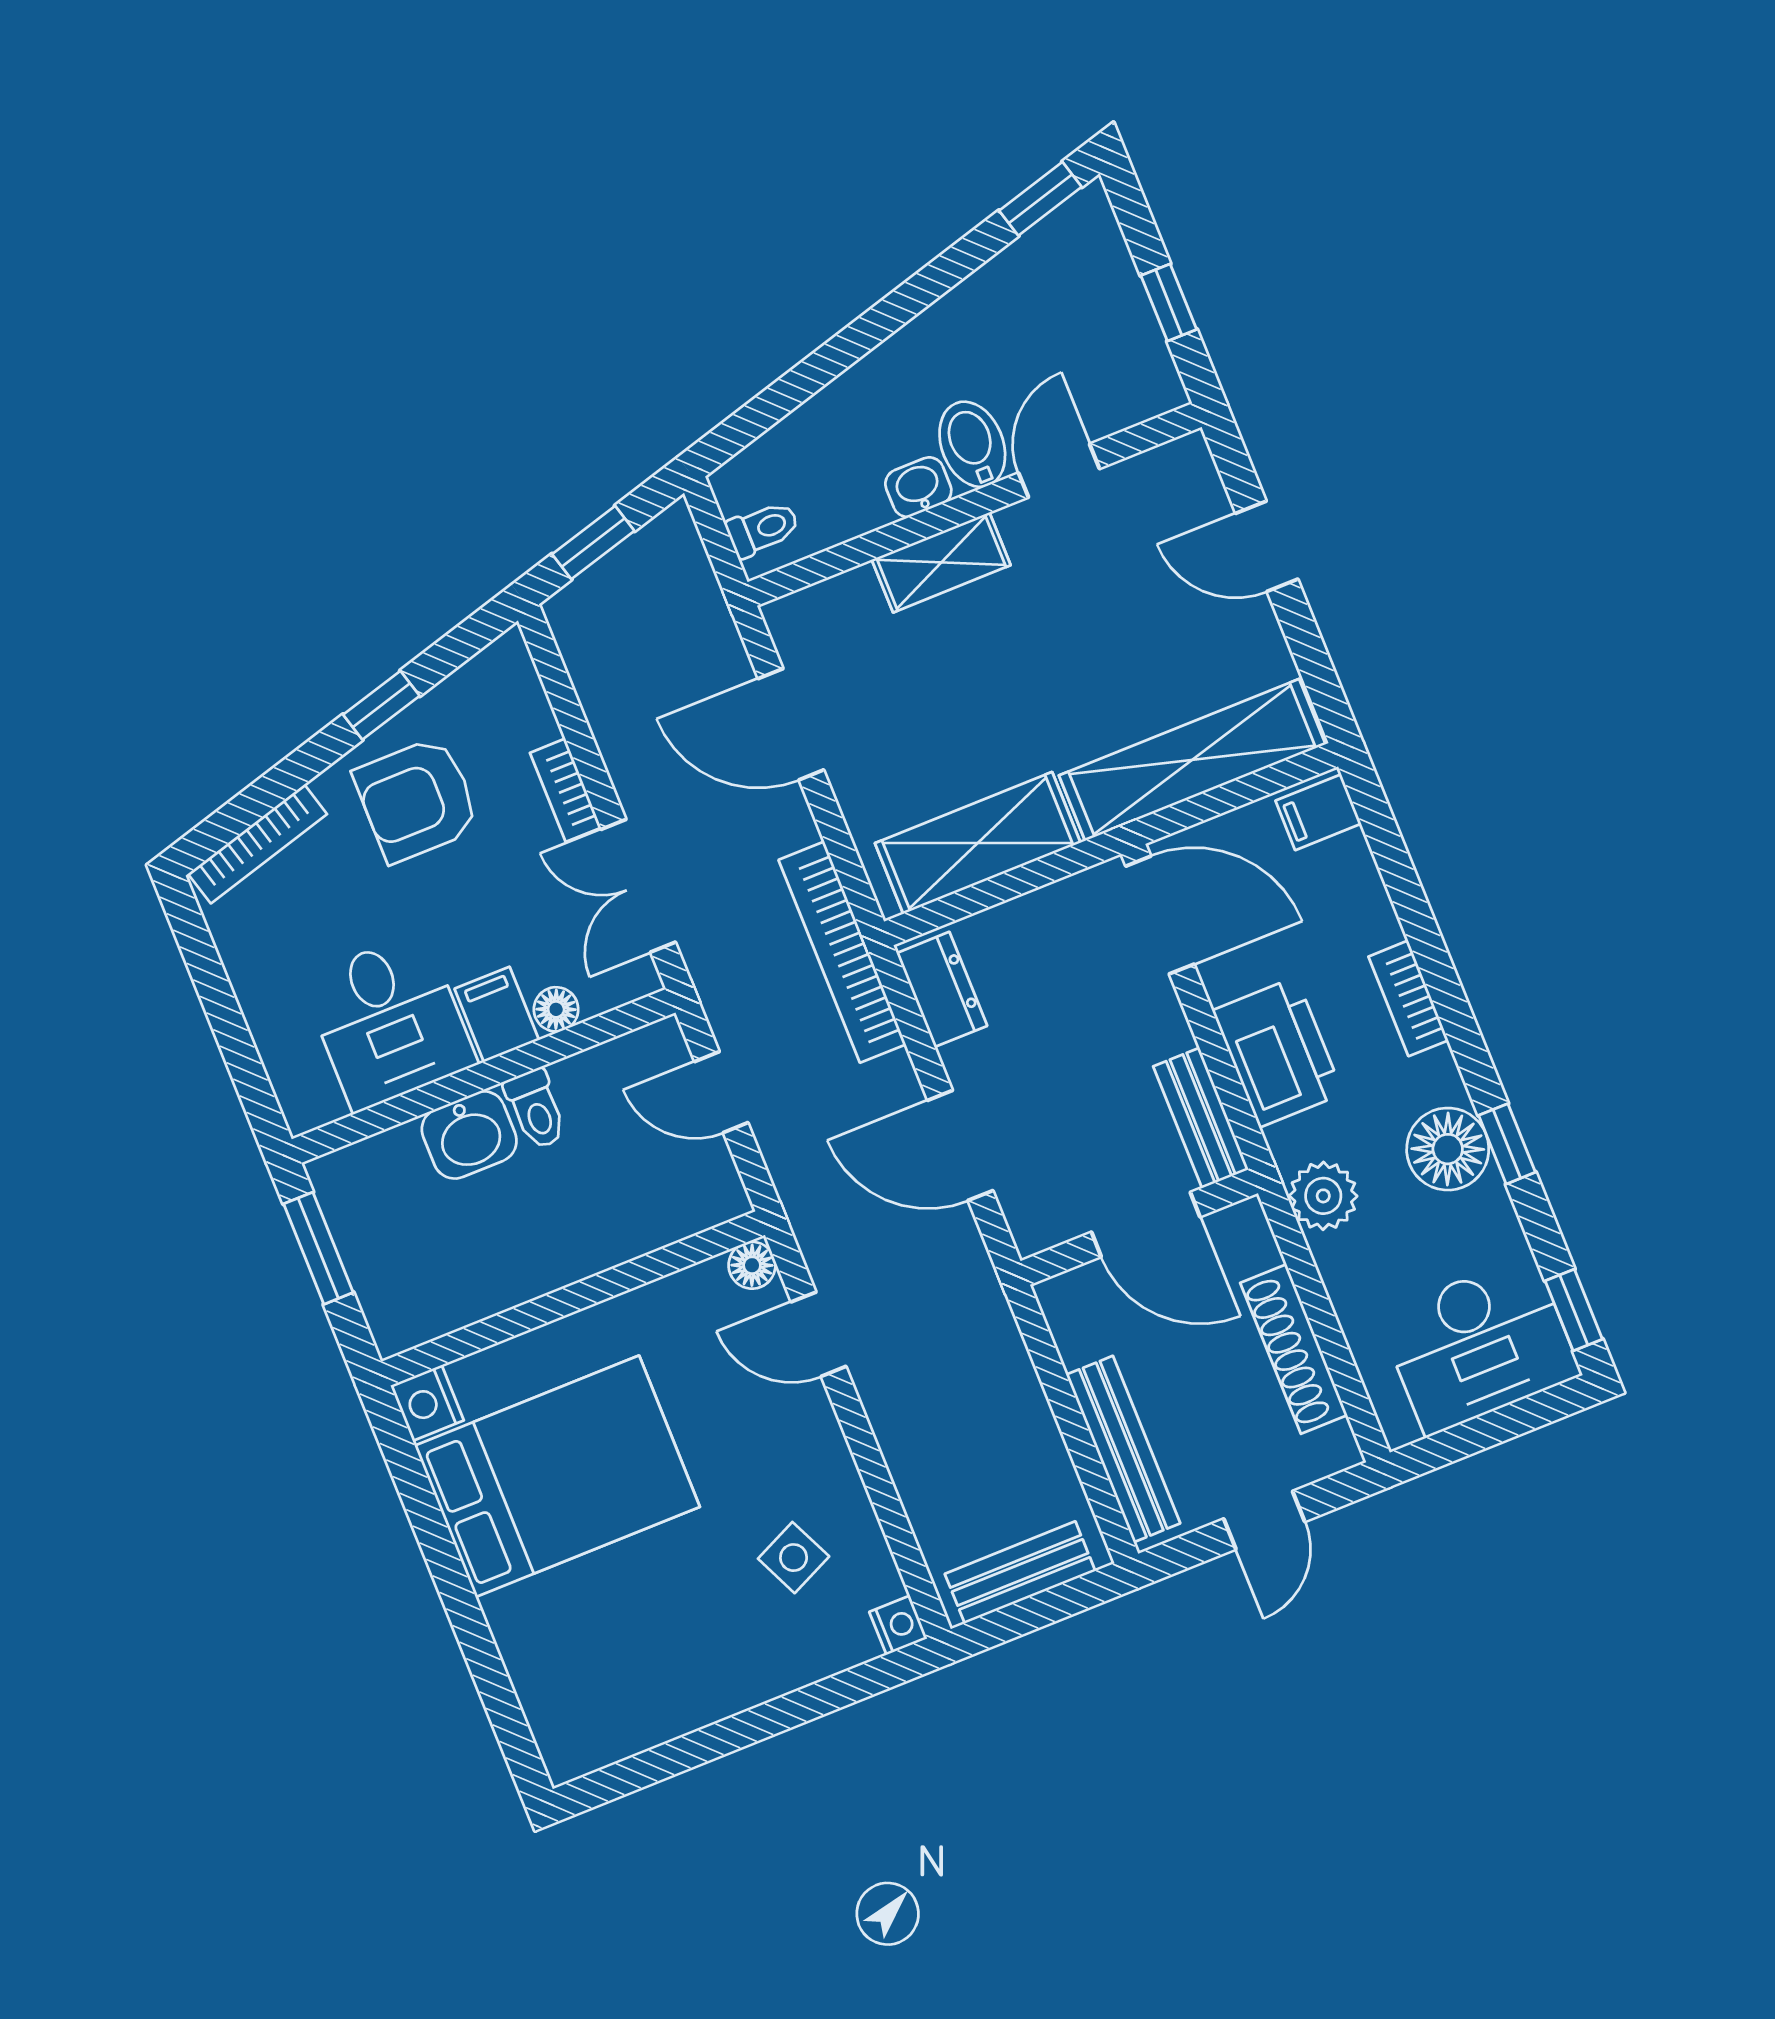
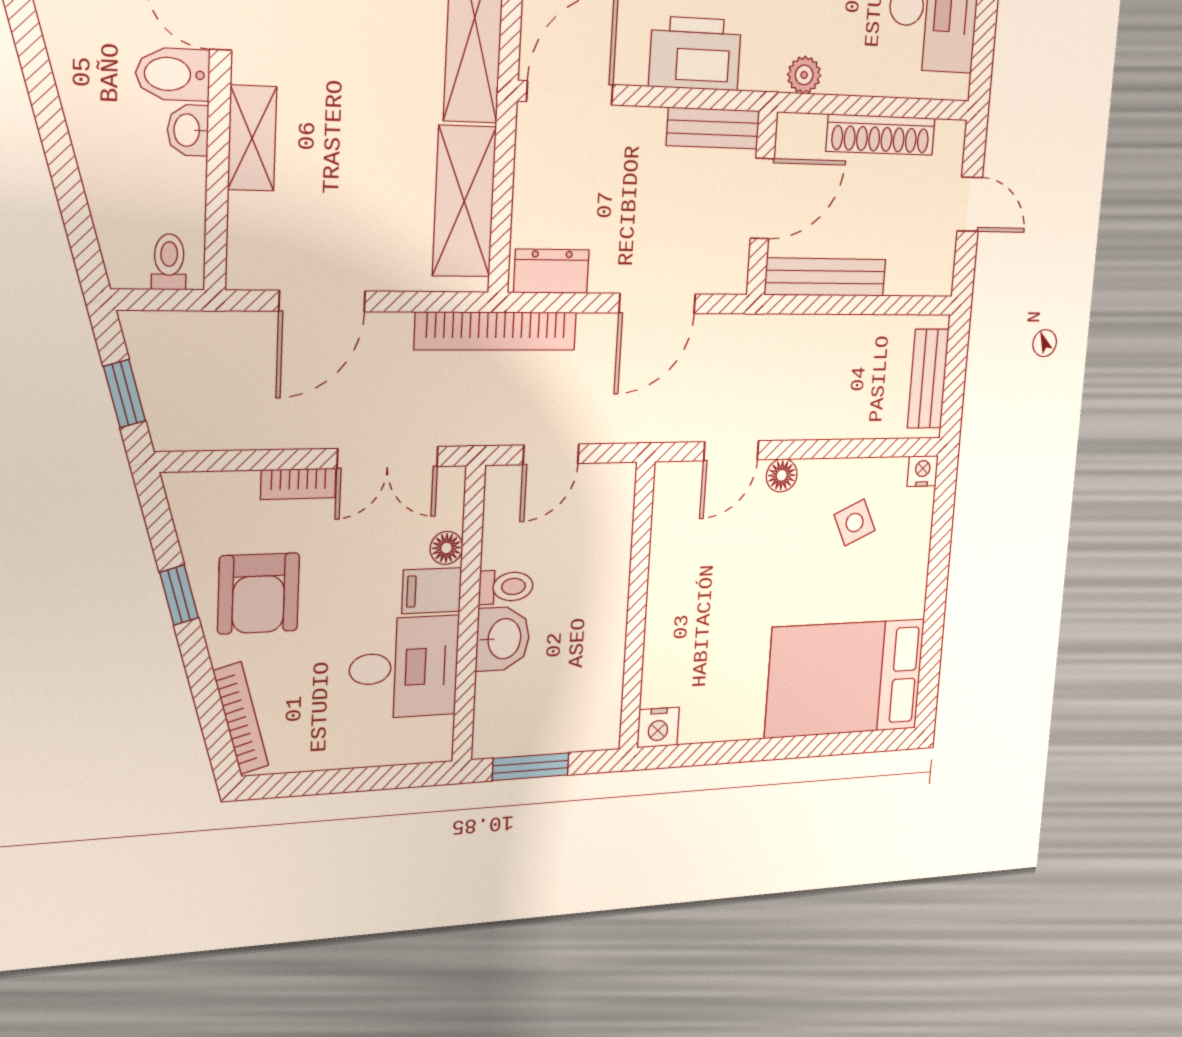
plant: (1323, 1196) -> (804, 75), width x0.73, depth x0.73
floor lamp: (752, 1265) -> (782, 475), moved
bench: (1123, 1449) -> (825, 277), moved
bed: (557, 1476) -> (845, 678), moved, turned -90

